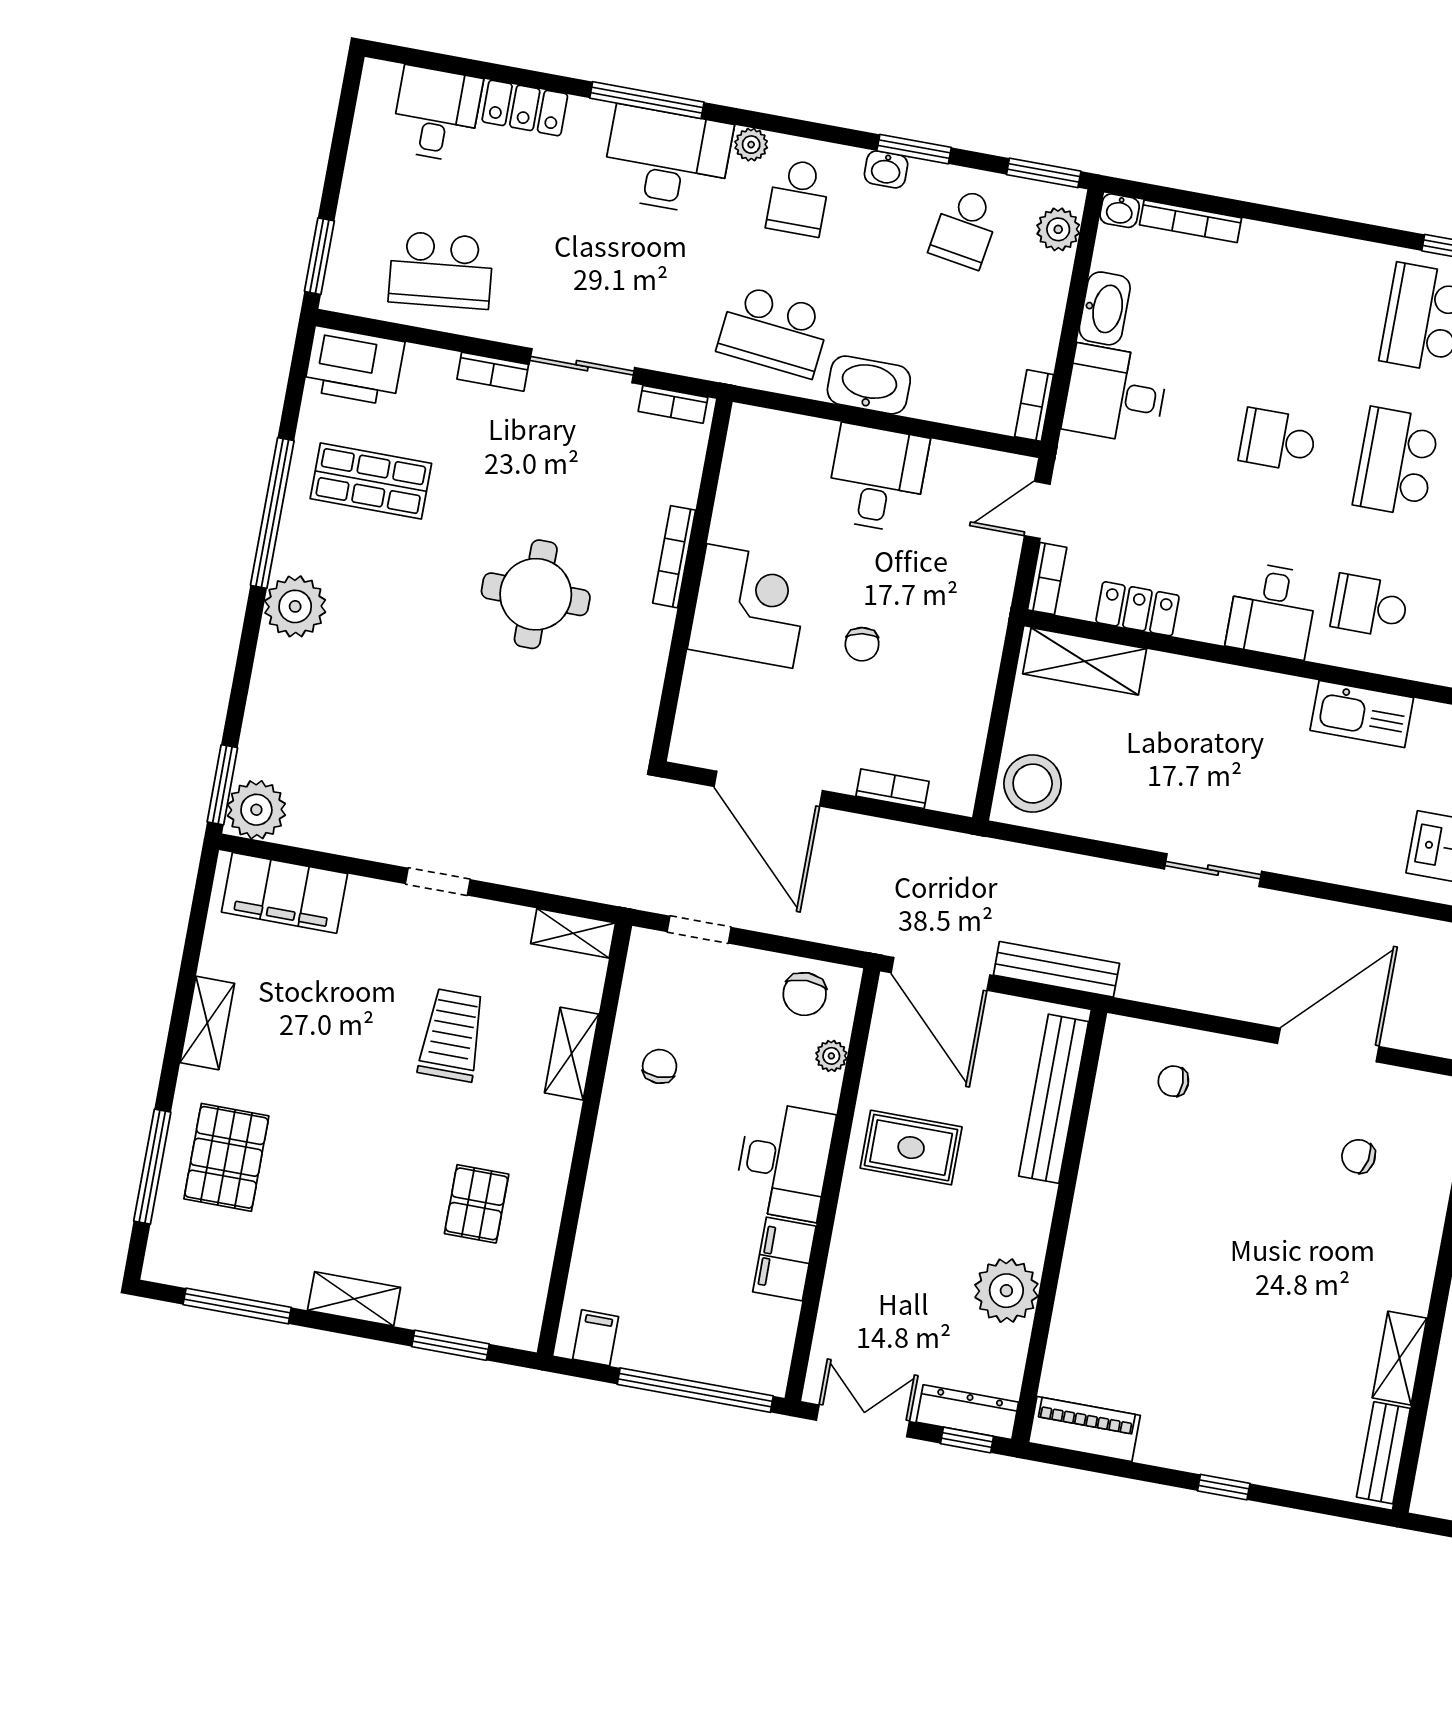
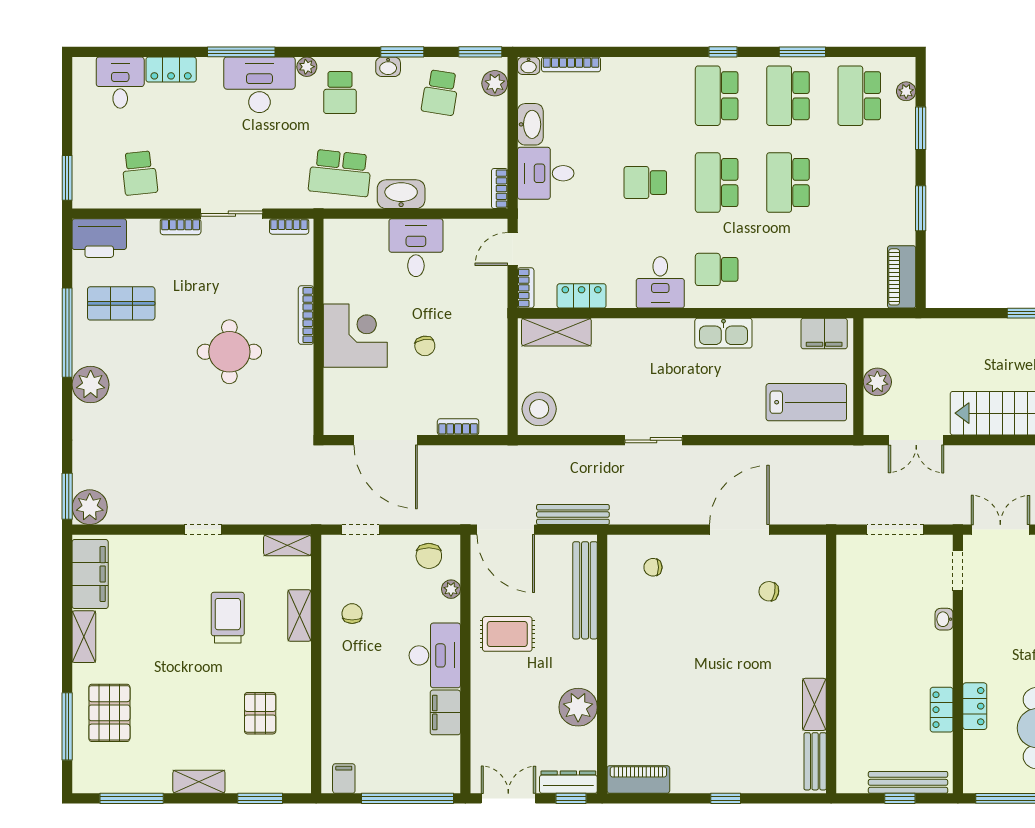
school desk: (441, 270) -> (140, 173), width x0.54
filing cabinet: (285, 893) -> (90, 574), moved, turned -90

